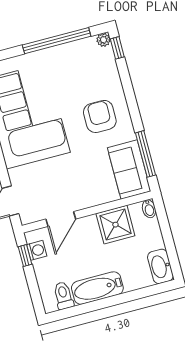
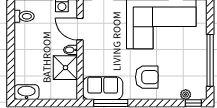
plant: (103, 40) -> (186, 95), moved
bidet: (149, 209) -> (70, 50), moved
bathtub: (97, 288) -> (23, 42), removed

